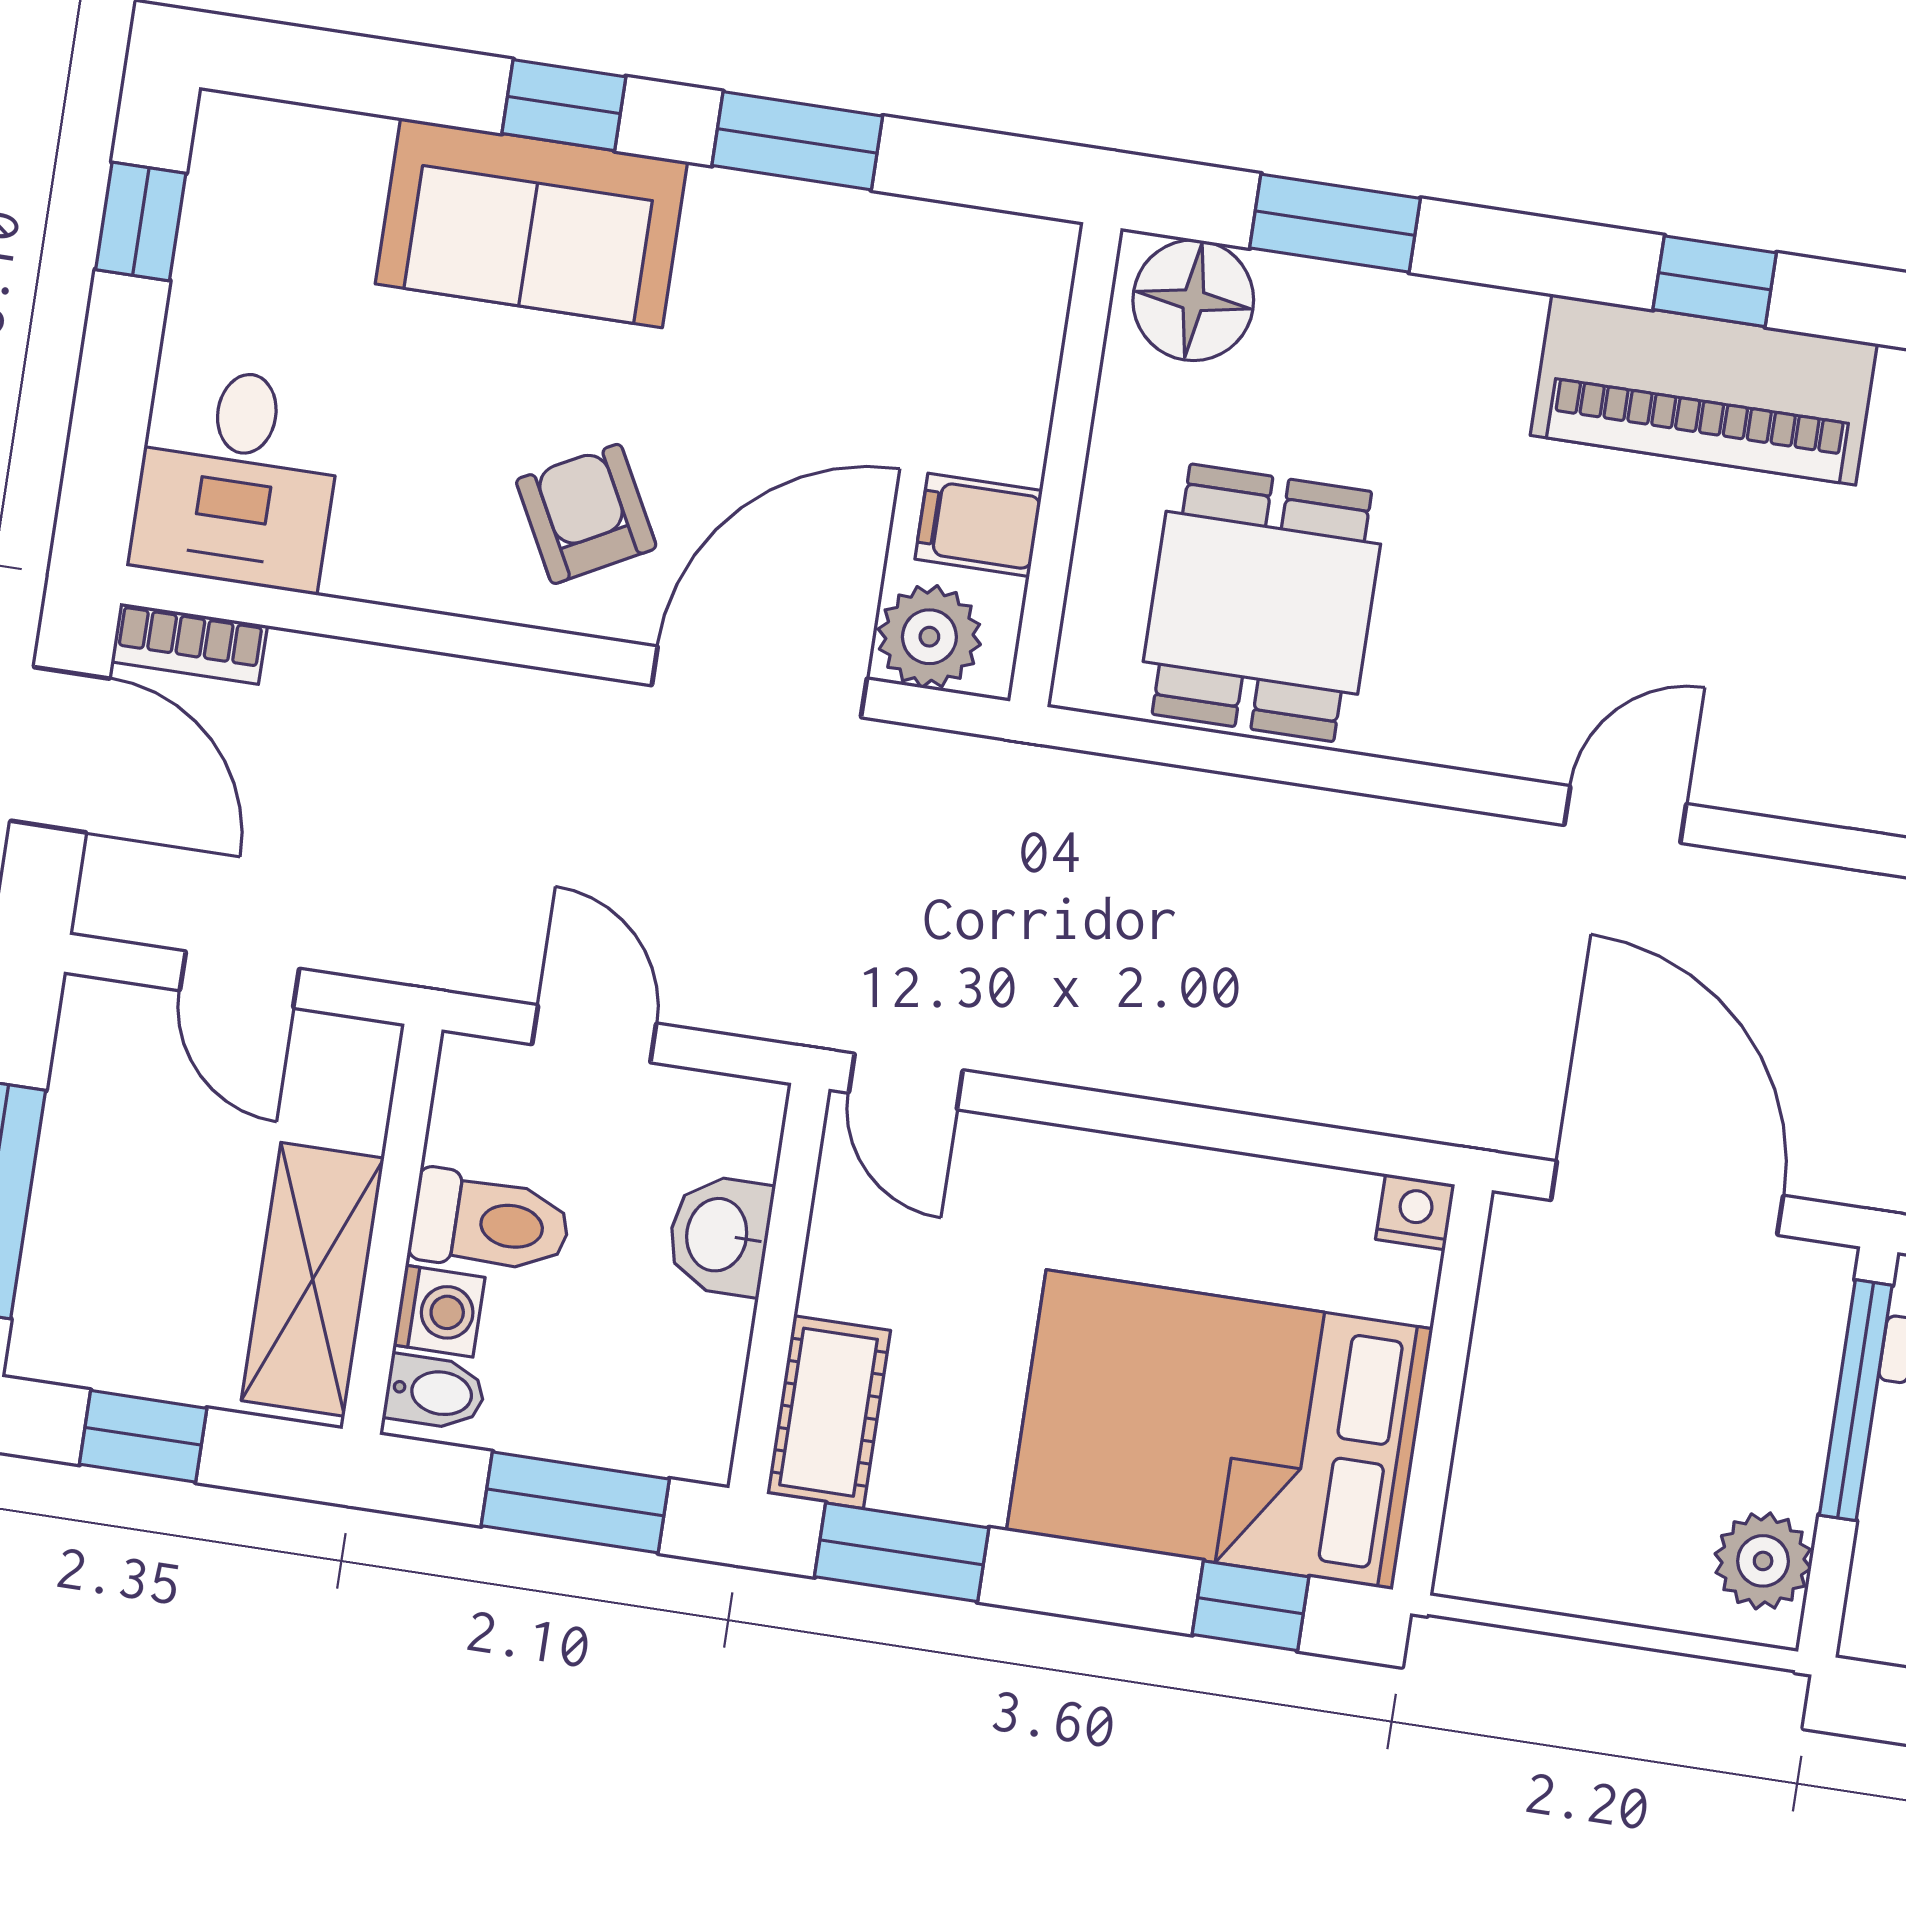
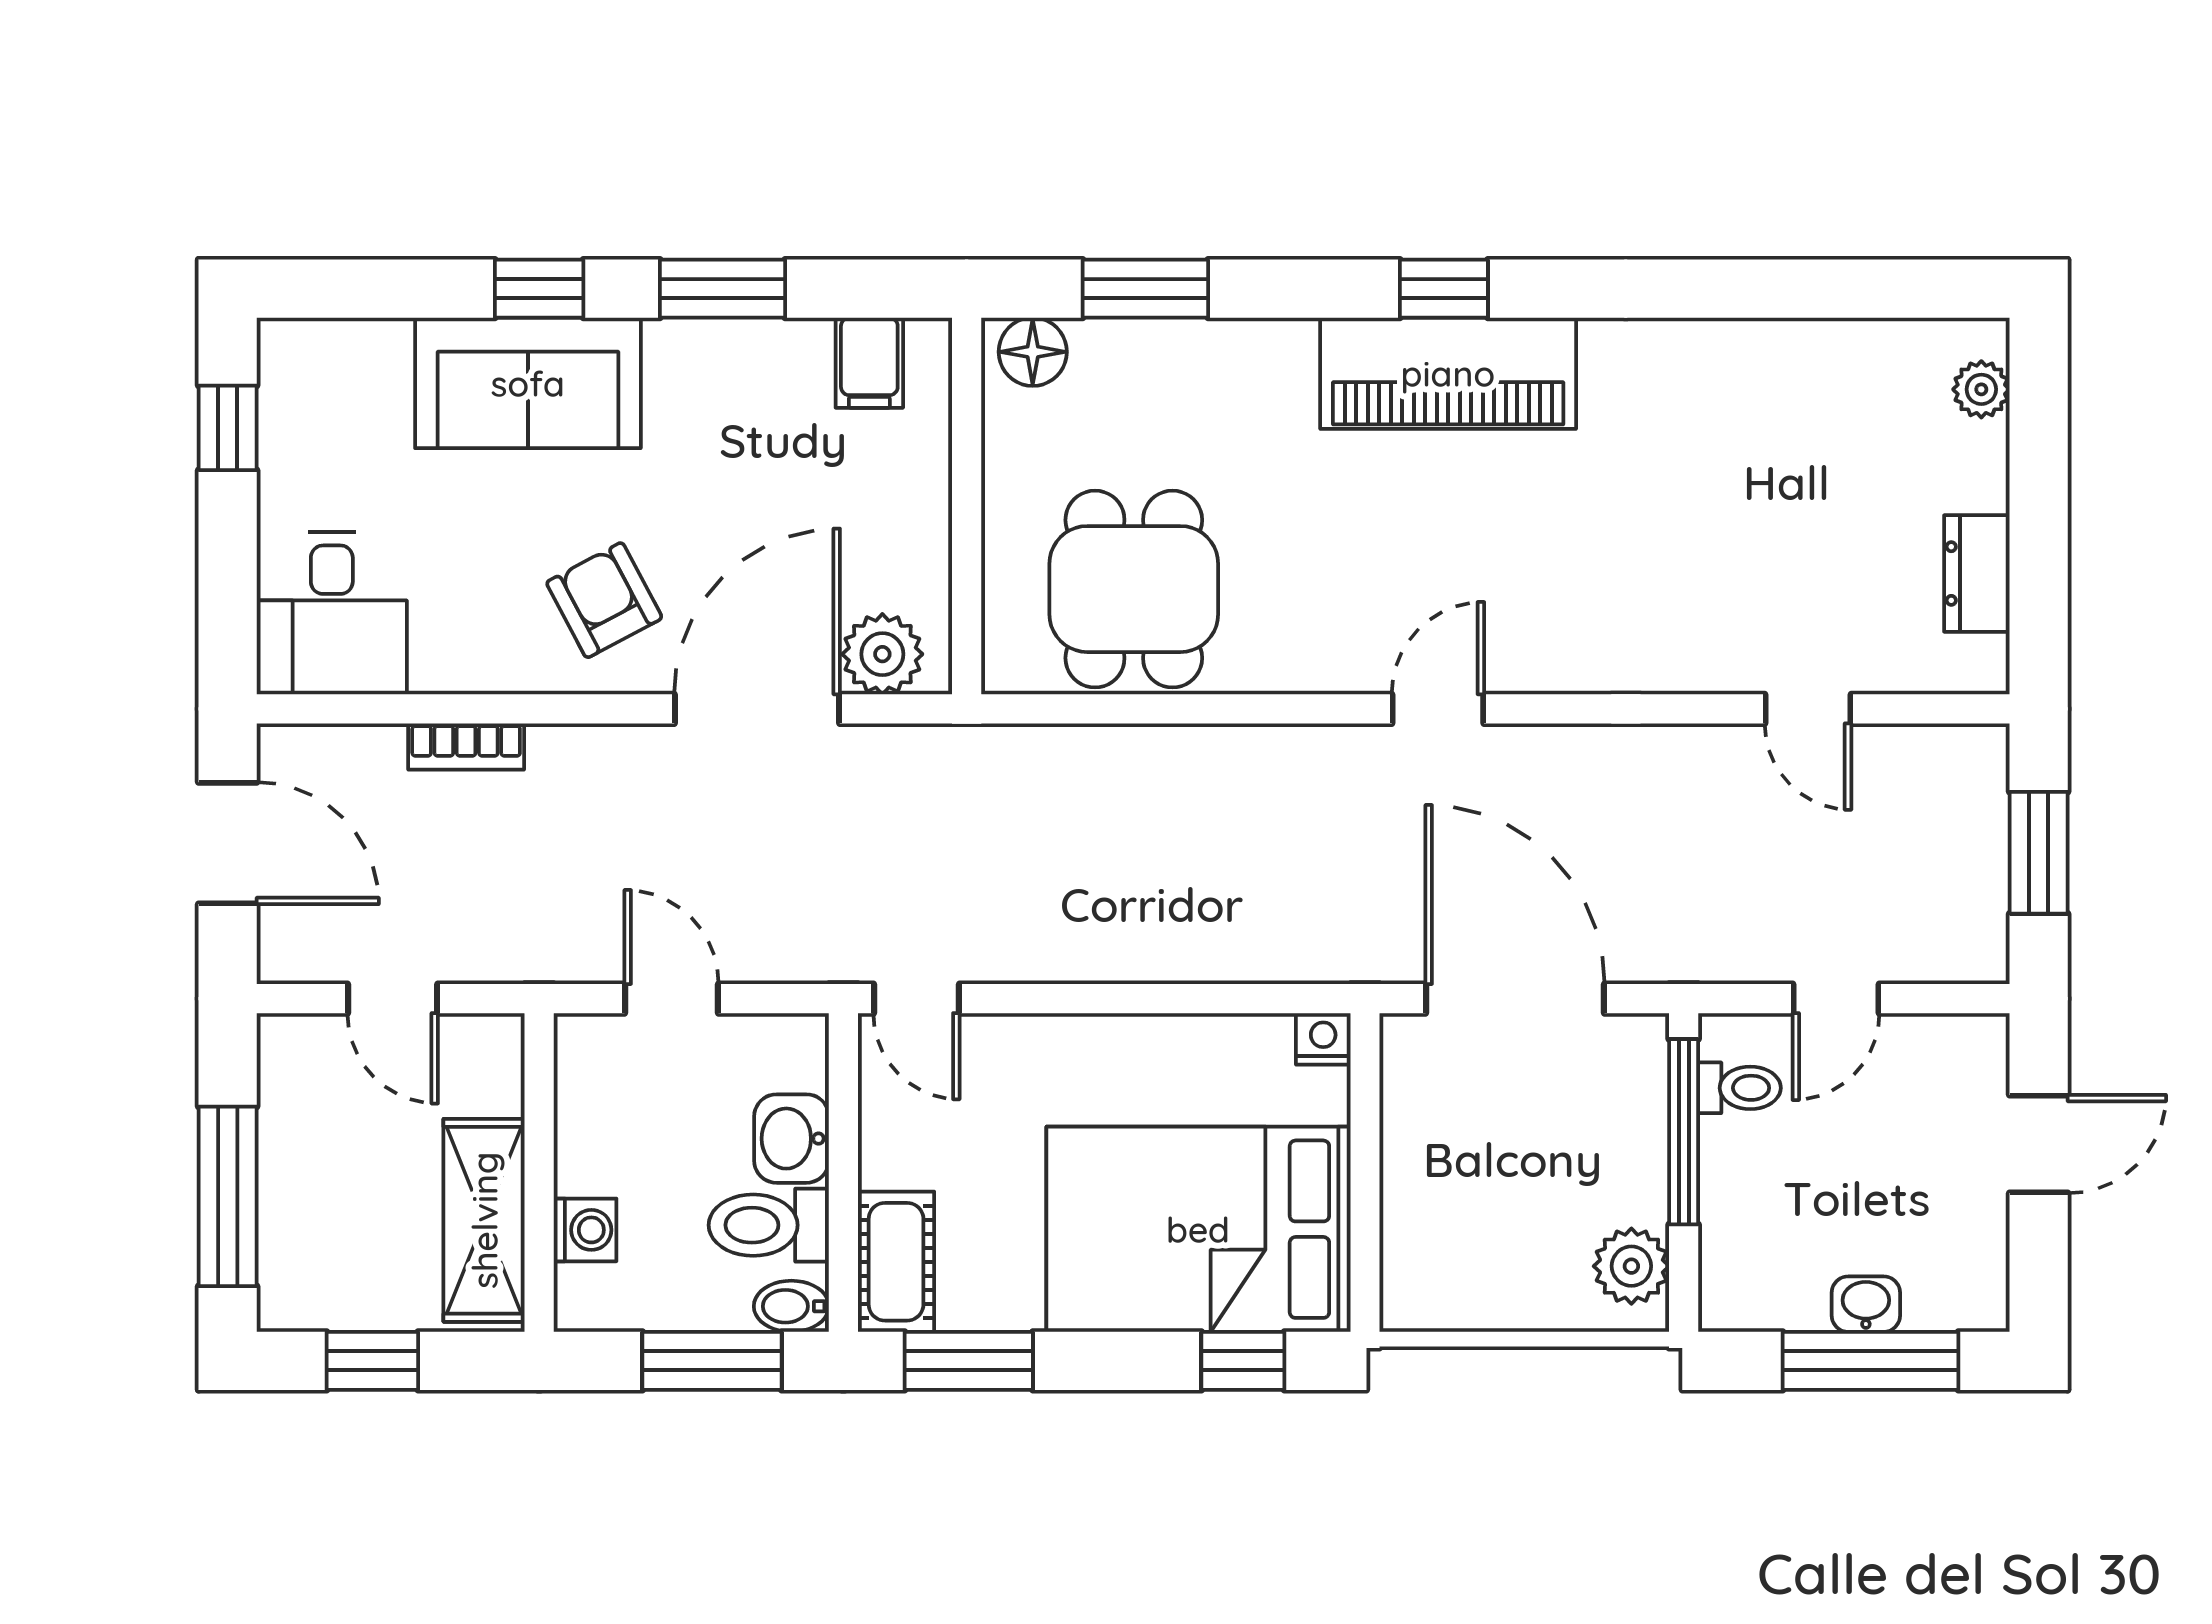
floor lamp: (1193, 300) -> (1033, 352), width x0.73, depth x0.73
filing cabinet: (979, 525) -> (869, 363), moved, turned -90
bookcase: (189, 644) -> (466, 747), moved
toilet: (490, 1223) -> (769, 1225), moved, turned 180
bidet: (435, 1392) -> (791, 1306), moved, turned 180

